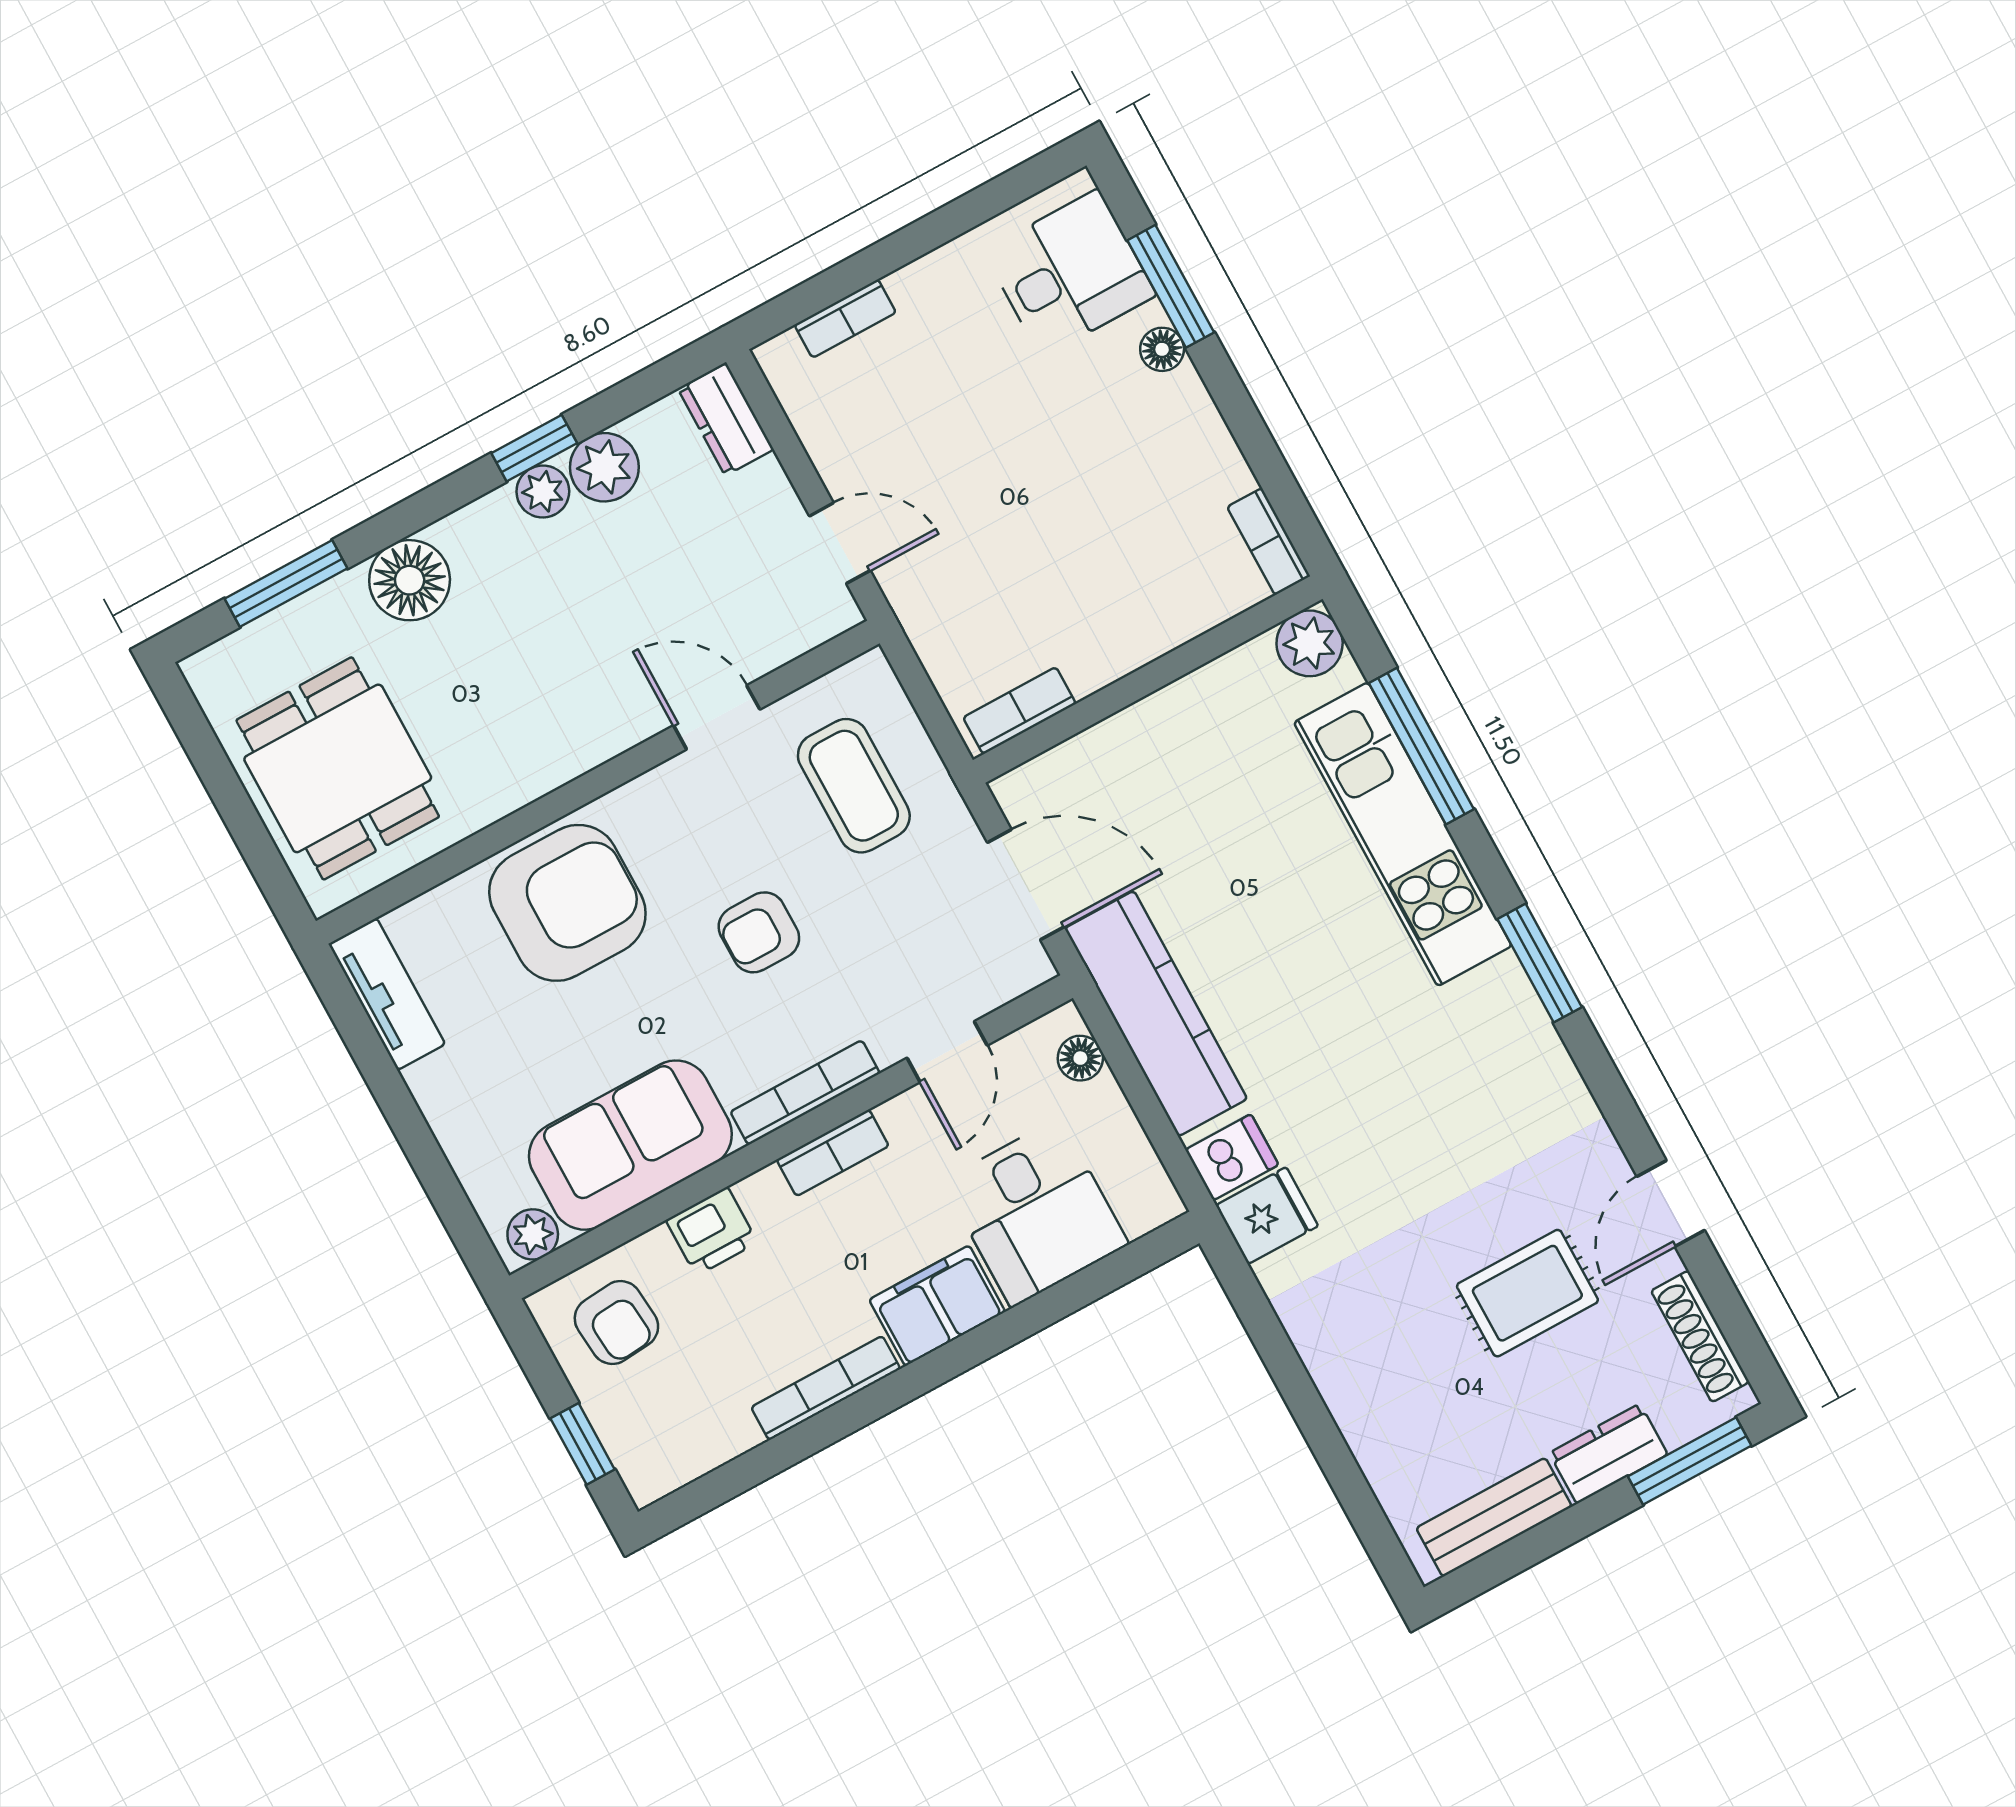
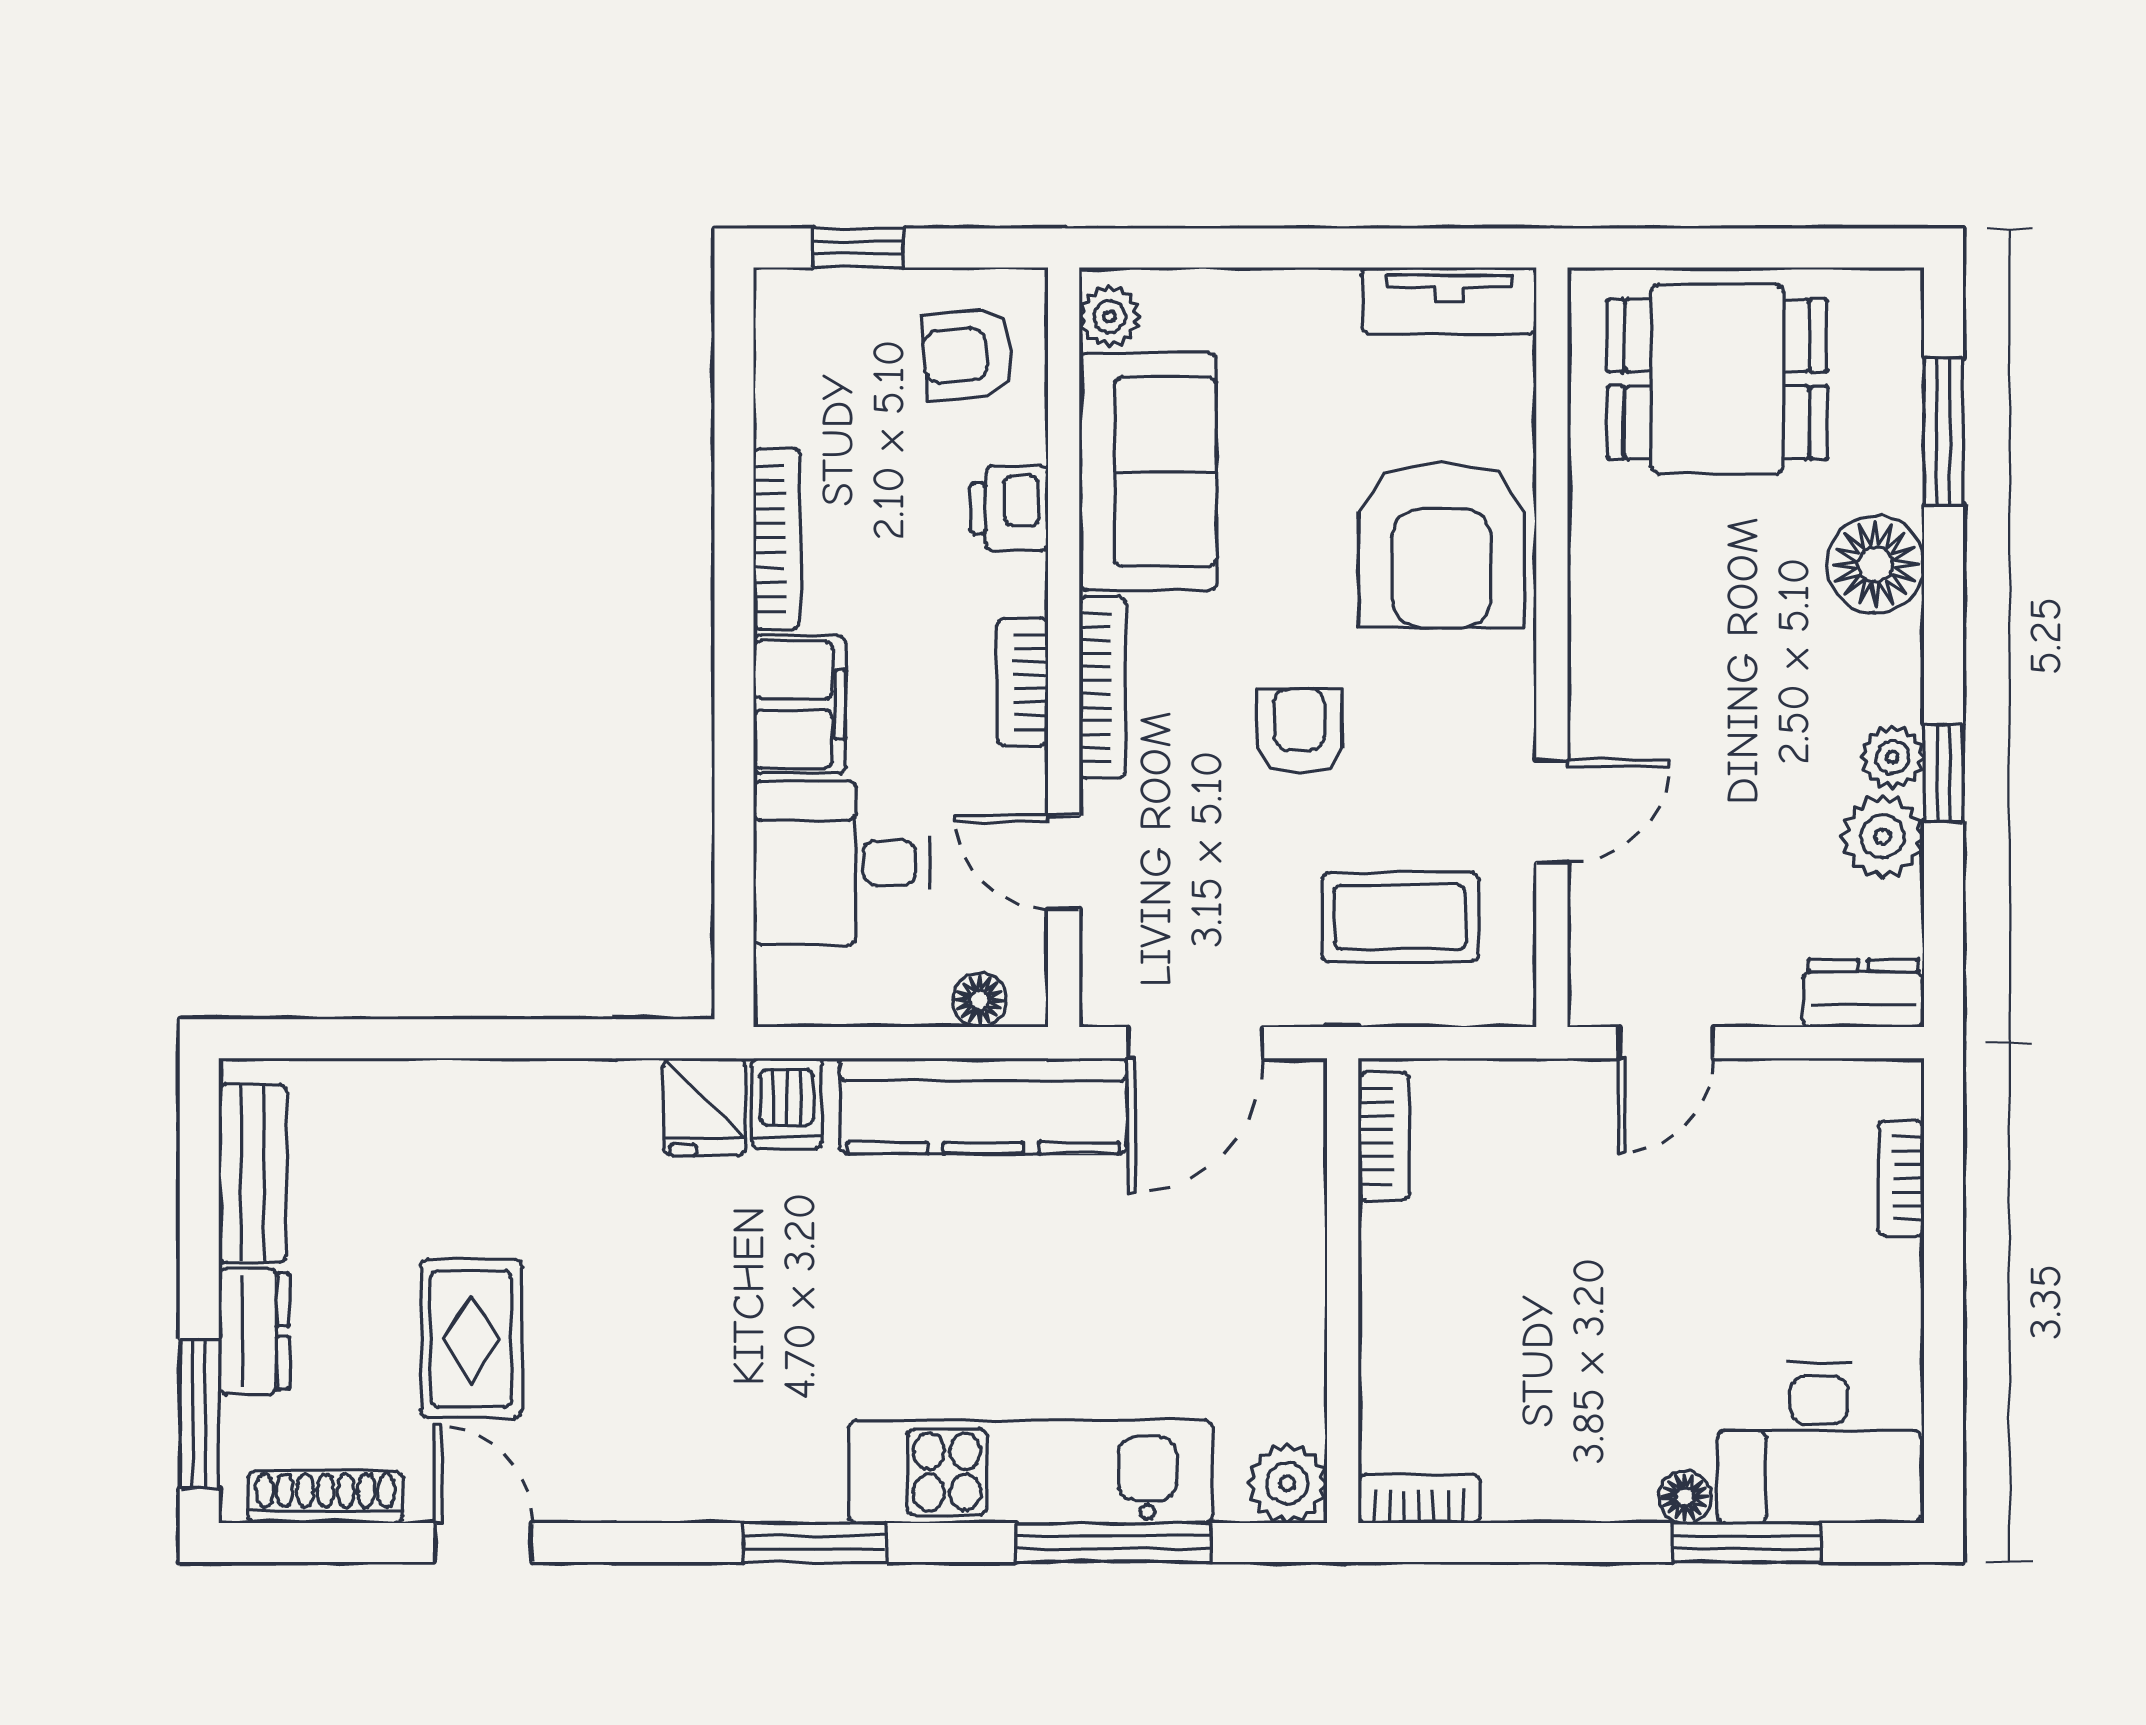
desk: (1070, 273) -> (1819, 1443), width x1.37

